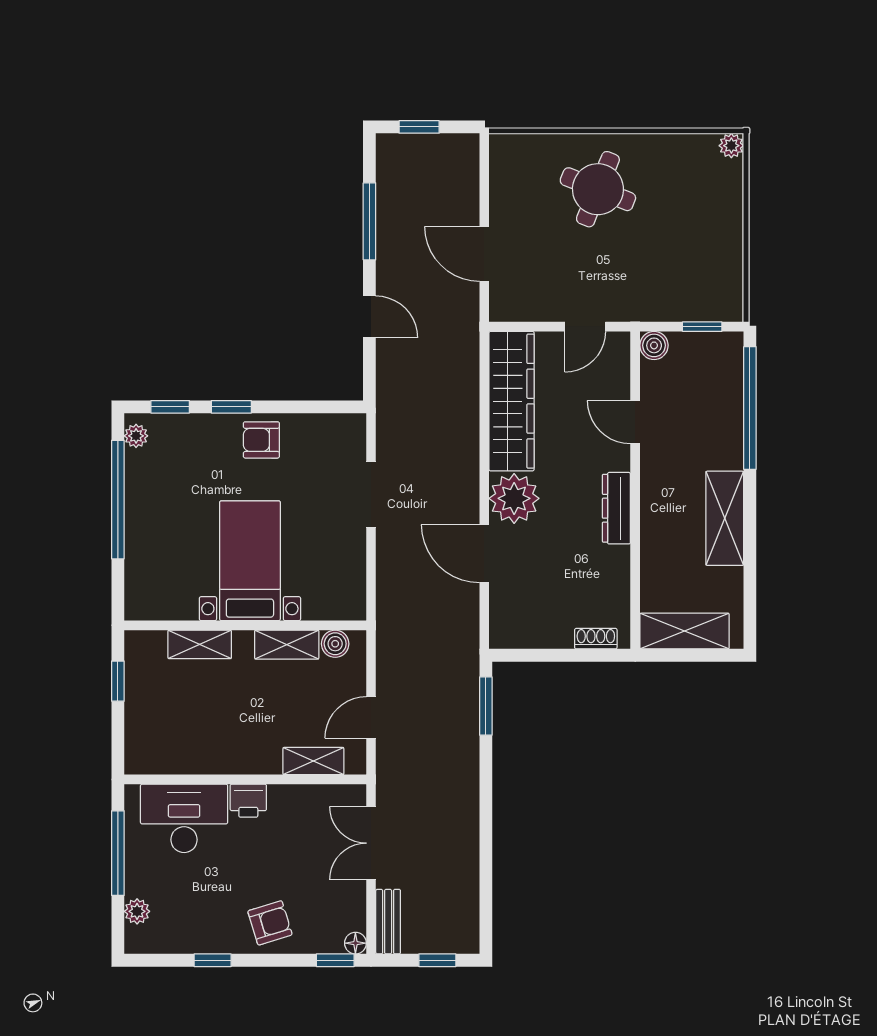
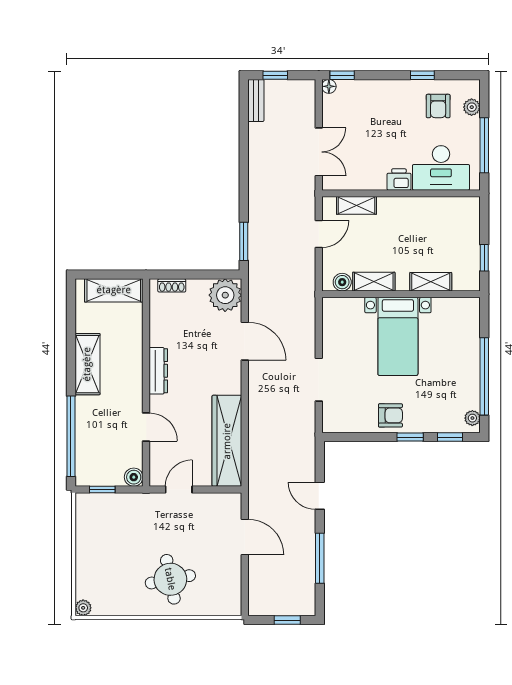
round table: (598, 189) -> (170, 579), turned -33
plant: (514, 498) -> (225, 295), moved
bench: (388, 922) -> (256, 100), moved
armchair: (270, 923) -> (438, 106), moved, turned -73

